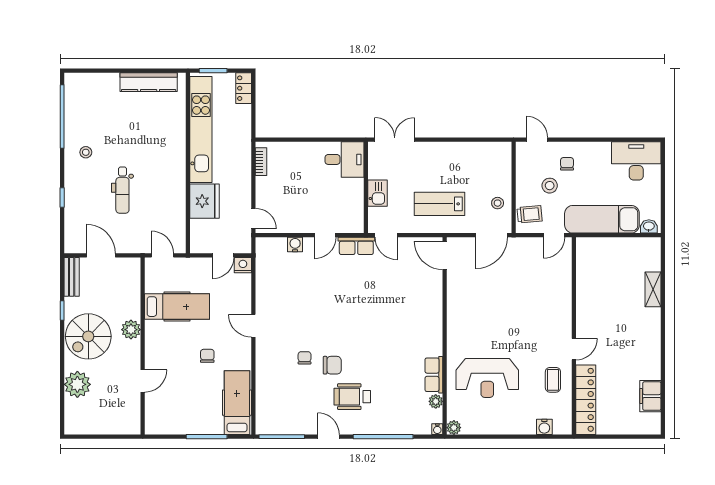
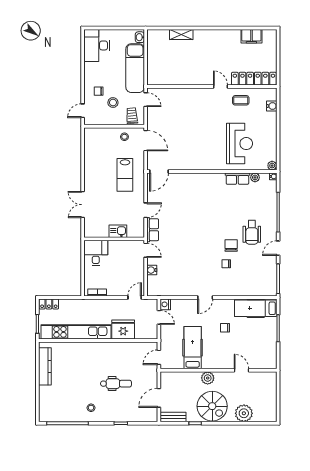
desk: (345, 159) -> (96, 253), moved
wall: (366, 187) -> (114, 239), moved
kitchen sink: (377, 193) -> (118, 231), moved

